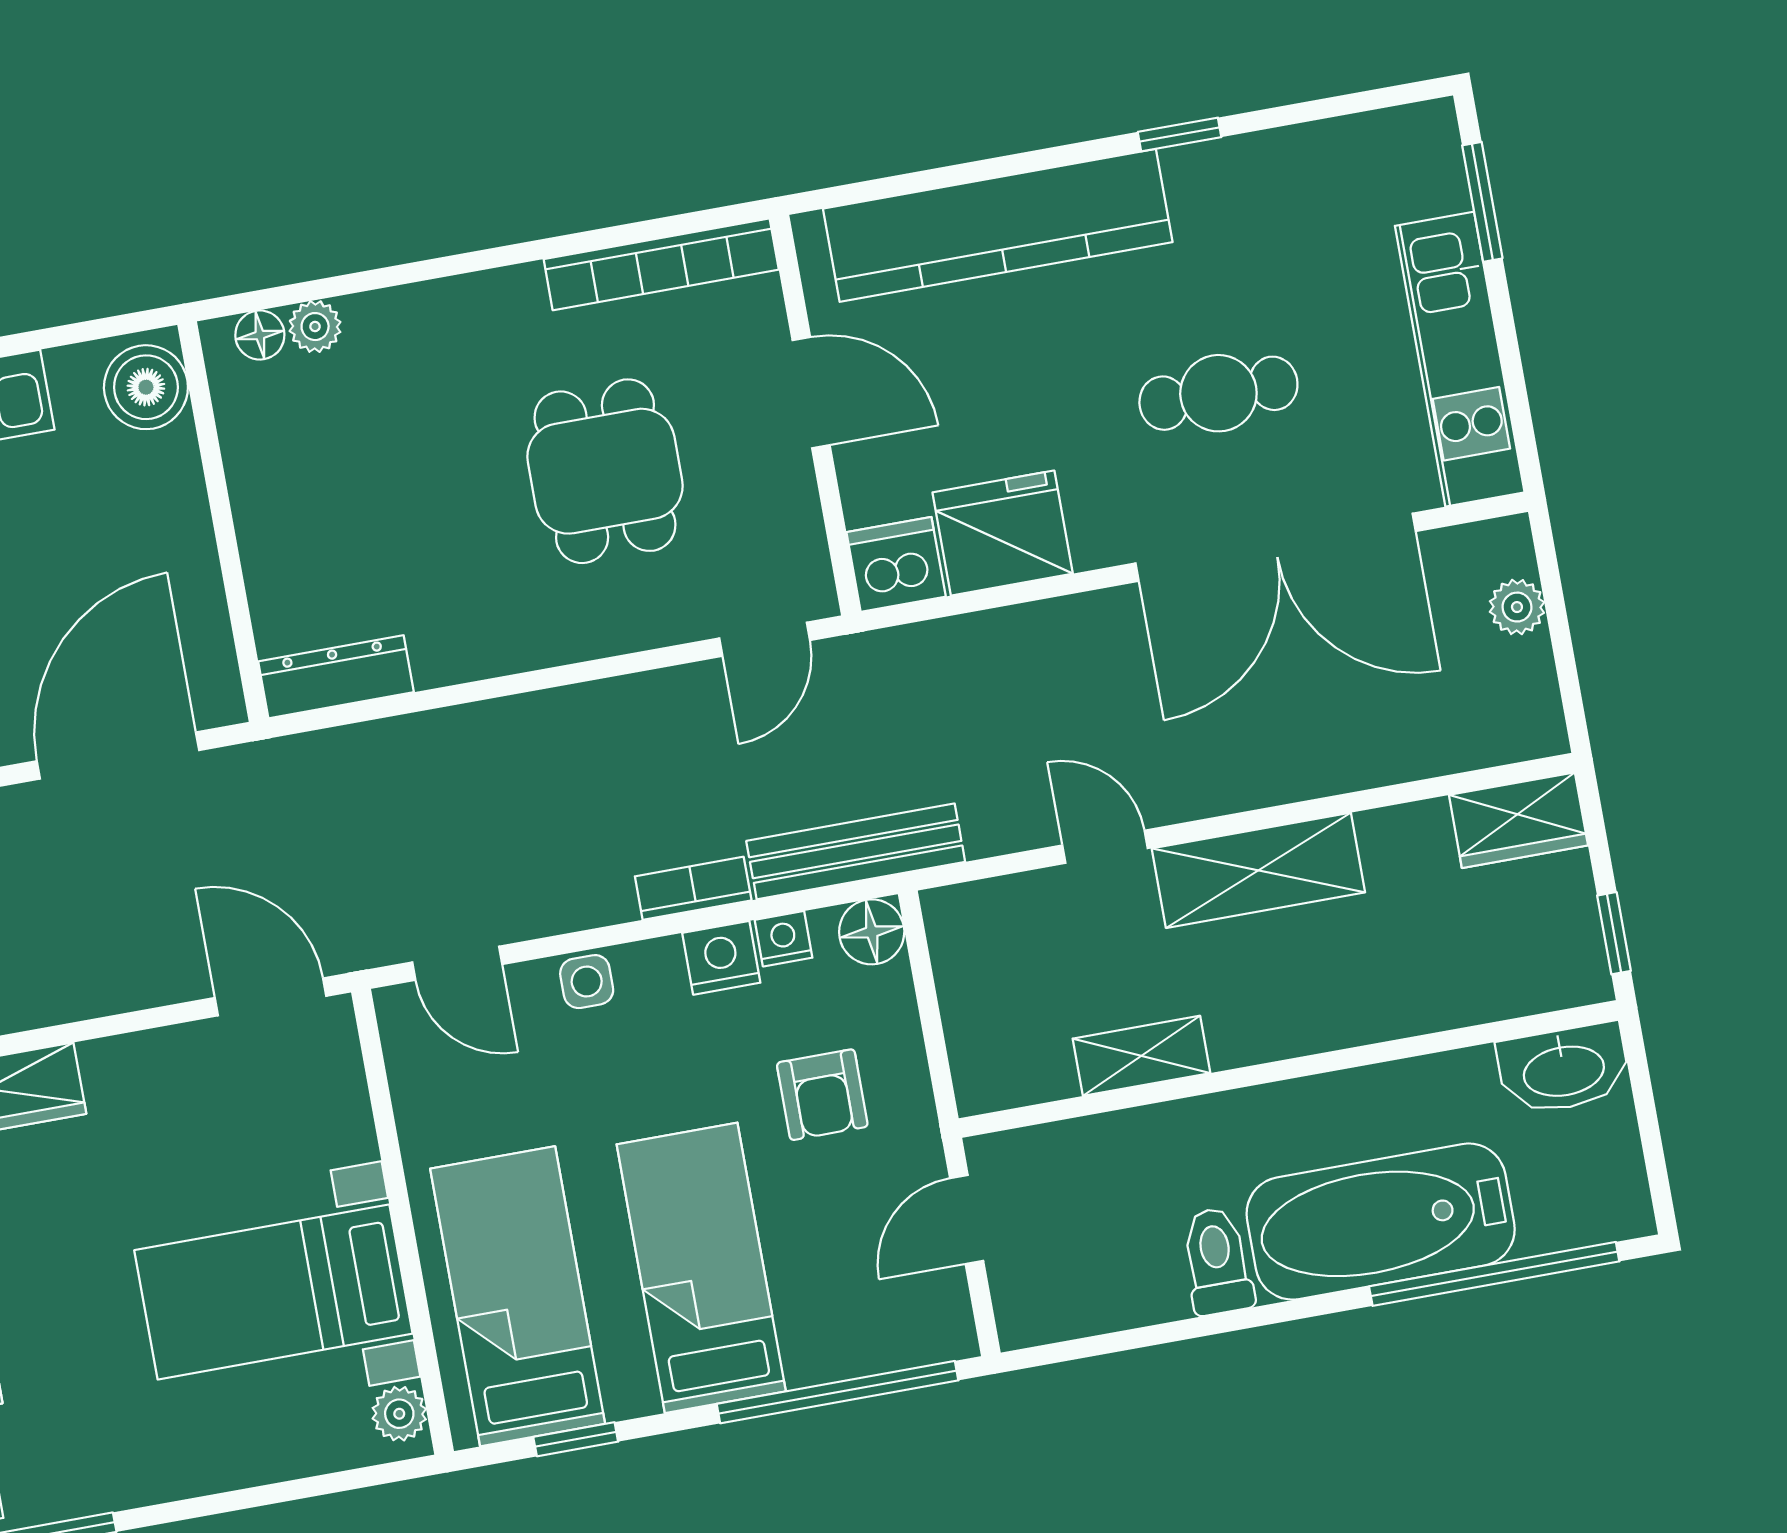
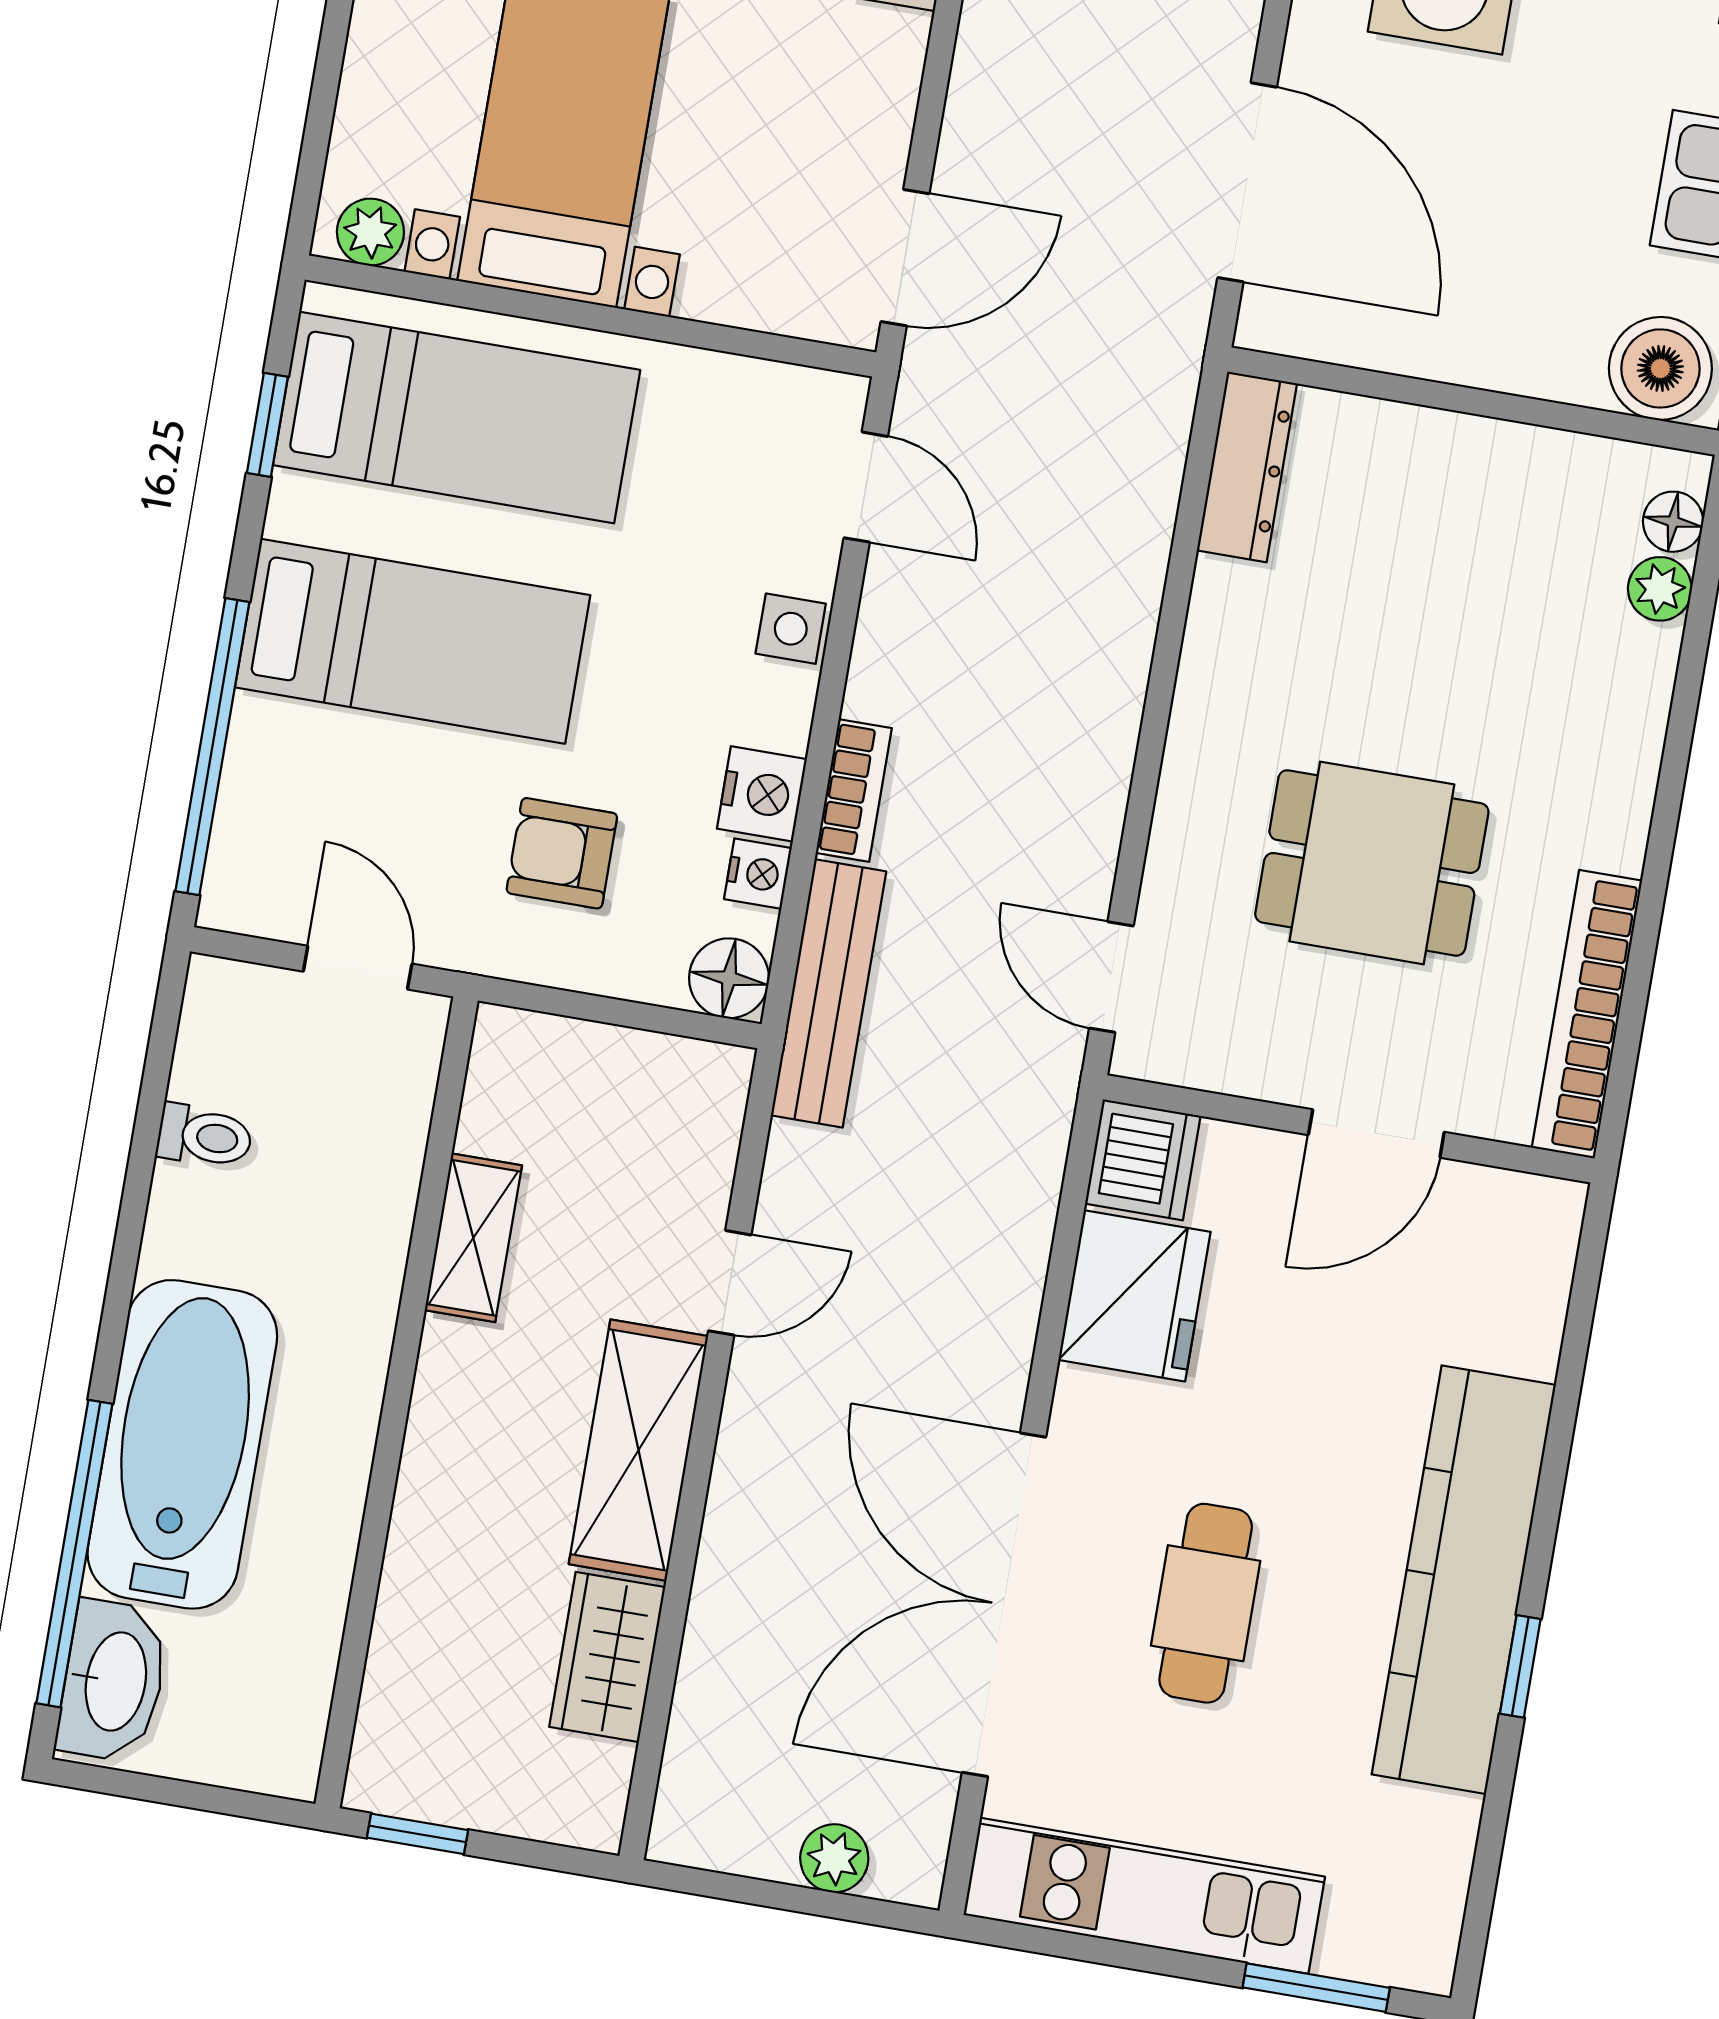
kitchen counter: (998, 225) -> (1464, 1580), moved
wardrobe: (1518, 820) -> (607, 1657), moved
door: (457, 963) -> (866, 487), swing flipped
washbasin: (1564, 1069) -> (113, 1681), moved, turned 180
toilet: (1217, 1261) -> (205, 1136), moved, width x0.73, depth x0.72

